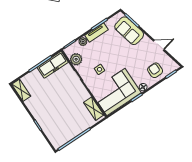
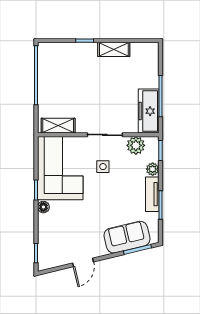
armchair: (155, 70) -> (55, 236), removed
shelving: (21, 90) -> (114, 49), moved

